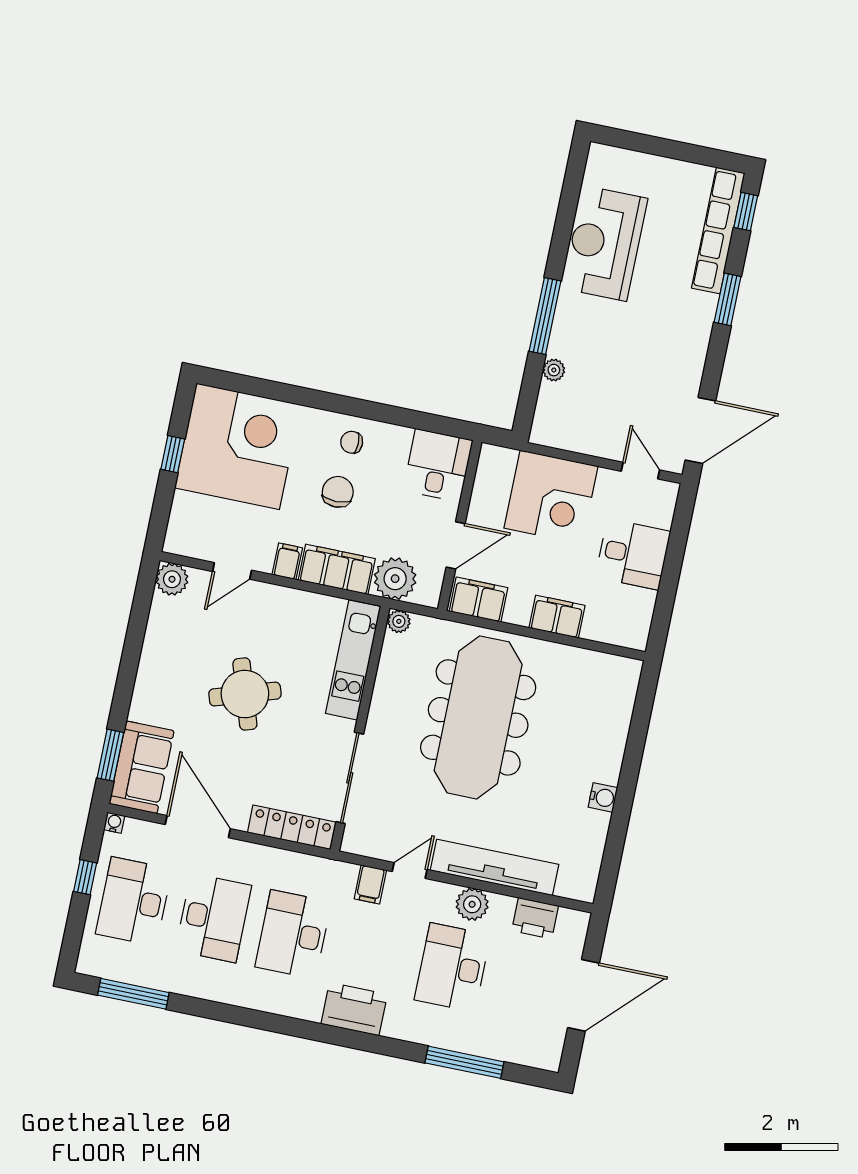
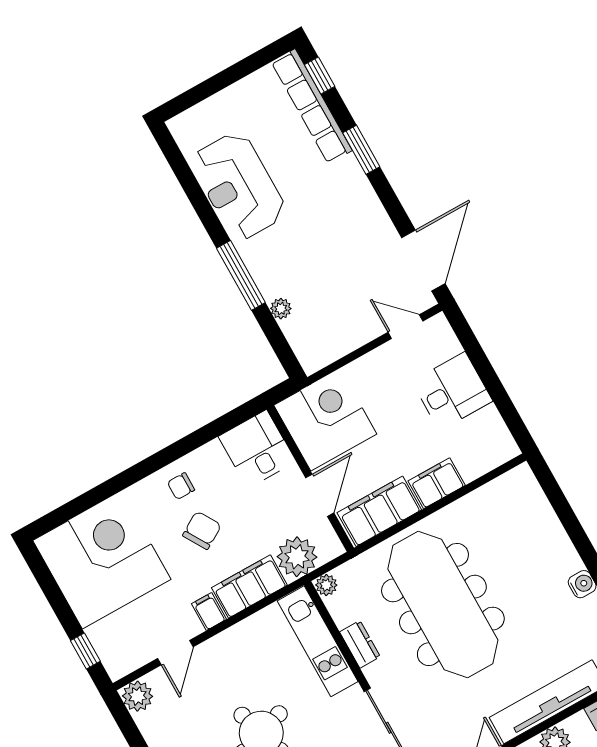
window: (173, 454) -> (85, 651), moved
chair: (338, 492) -> (202, 530), turned 59
corner desk: (551, 497) -> (325, 420), moved, turned -90
filing cabinet: (479, 600) -> (379, 511), width x1.50, depth x1.17
dresser: (385, 692) -> (360, 644), added

